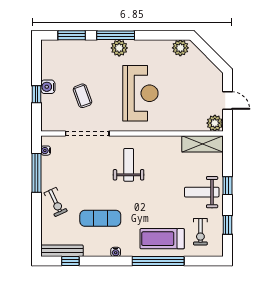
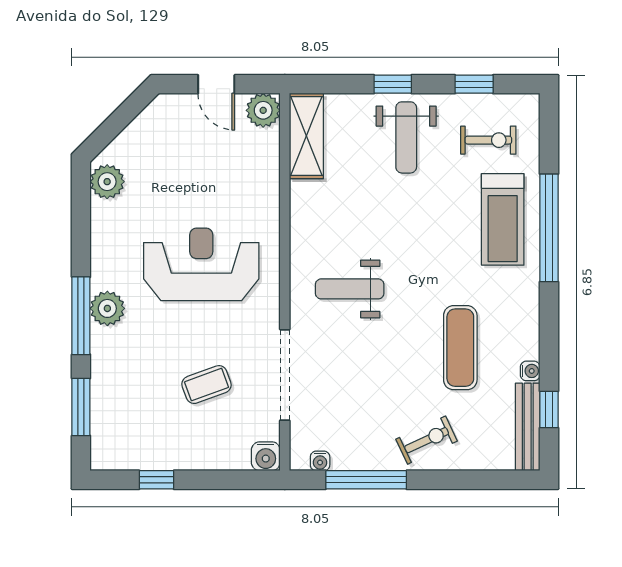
water cooler: (48, 87) -> (266, 456), moved
window: (37, 94) -> (156, 480), moved
door: (227, 100) -> (216, 84), swing flipped
water cooler: (116, 252) -> (530, 371), moved

